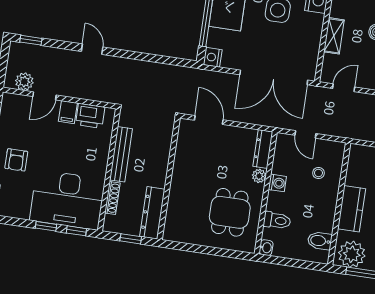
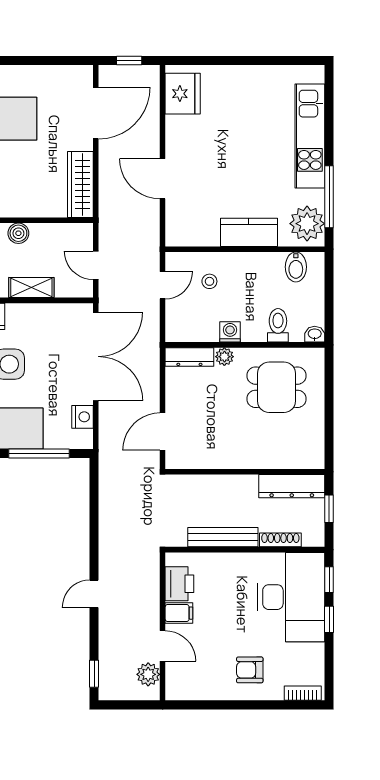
nightstand: (213, 57) -> (83, 417), moved, turned -90
door: (305, 134) -> (163, 285), moved
armchair: (16, 160) -> (250, 670), turned 180

